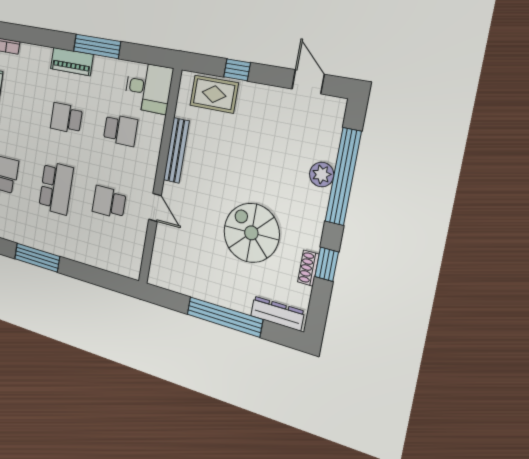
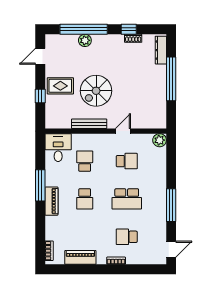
rug: (214, 94) -> (60, 86), moved, turned 90
school desk: (56, 188) -> (127, 199), turned 180
school desk: (109, 202) -> (127, 161), turned -90
spiral stairs: (251, 233) -> (96, 91), moved
plant: (131, 267) -> (160, 140), added

